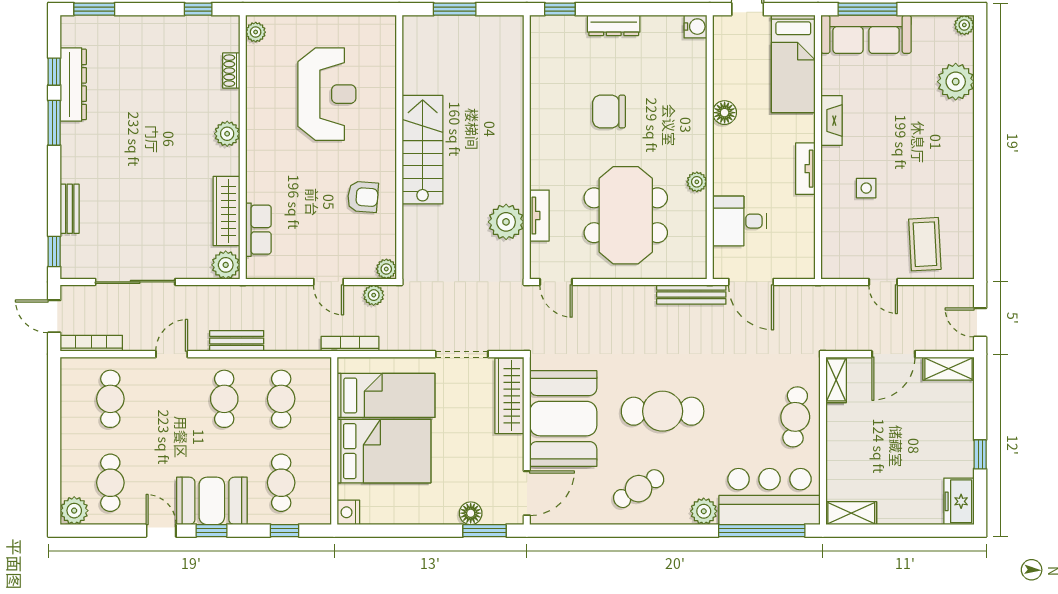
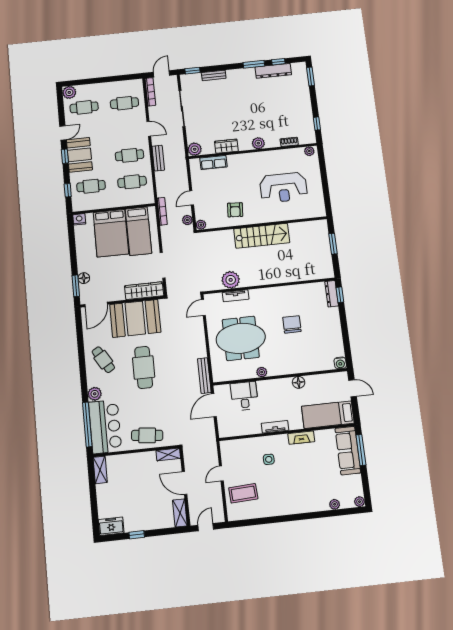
dresser: (614, 25) -> (332, 294), moved
plant: (956, 82) -> (335, 504), width x0.53, depth x0.53
wardrobe: (226, 211) -> (226, 146), width x0.67
door: (527, 493) -> (96, 304), hinge flipped

